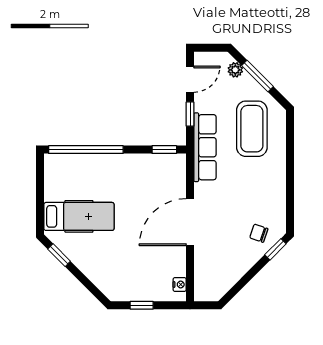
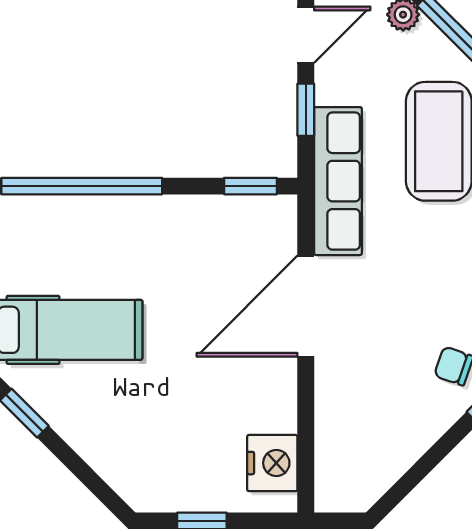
door: (190, 222) -> (306, 306), moved
nightstand: (180, 285) -> (272, 463), width x1.89, depth x1.79

